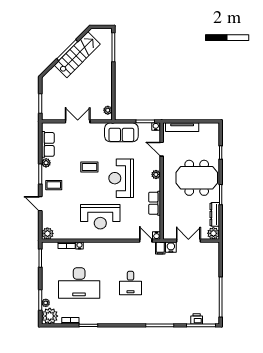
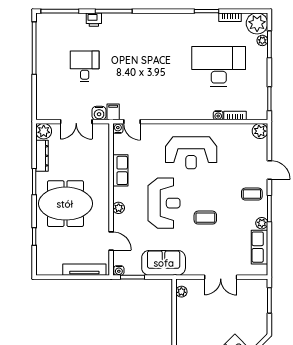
reception desk: (100, 217) -> (191, 153), turned 180
desk: (130, 283) -> (85, 66), moved
printer: (197, 319) -> (94, 20), moved

